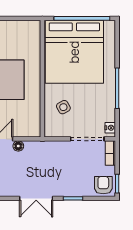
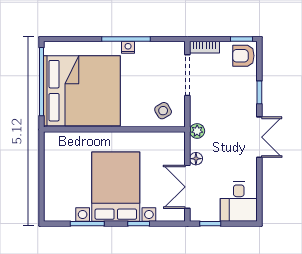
side table: (63, 107) -> (163, 111), moved
nightstand: (110, 128) -> (128, 47), moved
plant: (41, 147) -> (197, 131), added

